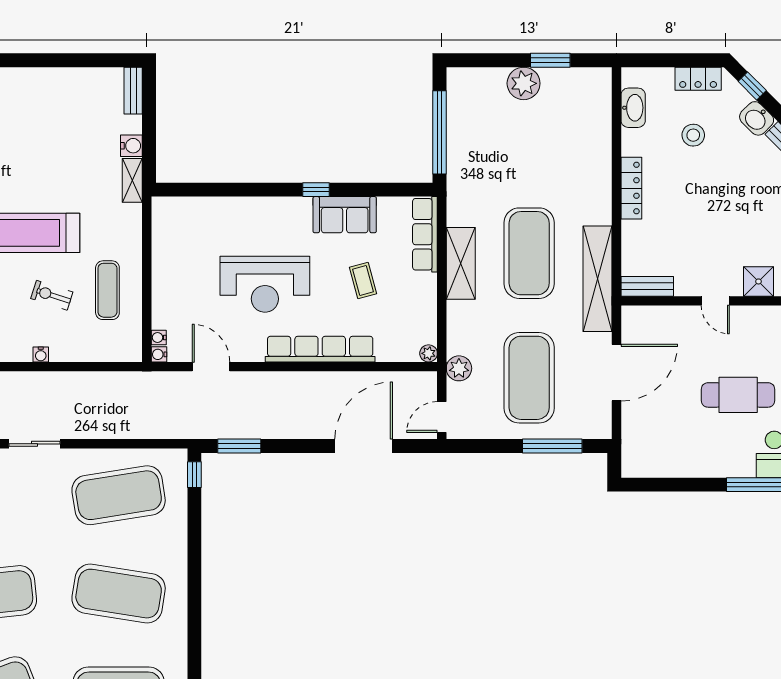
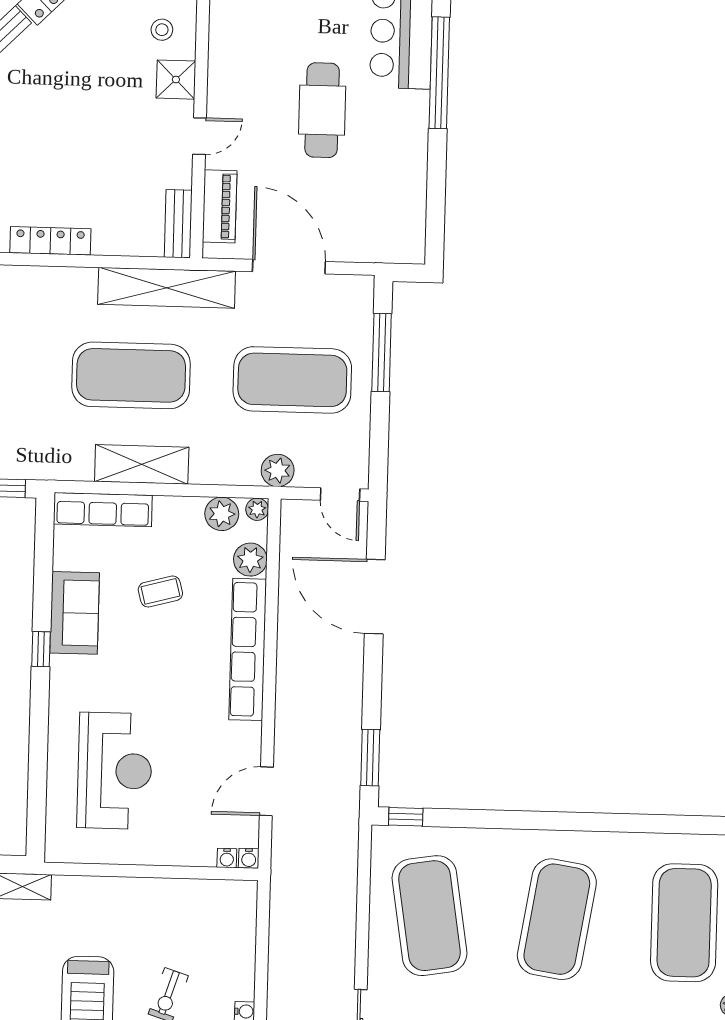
reception desk: (265, 284) -> (115, 771), moved
exercise mat: (107, 290) -> (164, 923), removed
piano: (662, 318) -> (220, 206), added
plant: (424, 326) -> (222, 514), added
plant: (390, 349) -> (250, 560), added

